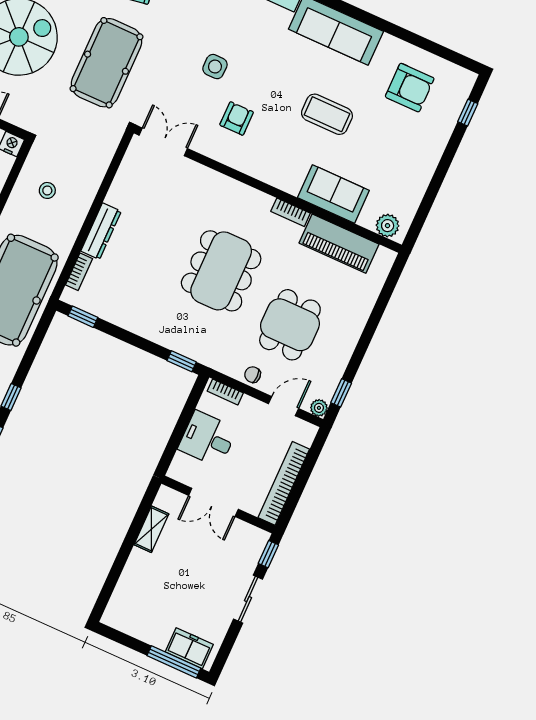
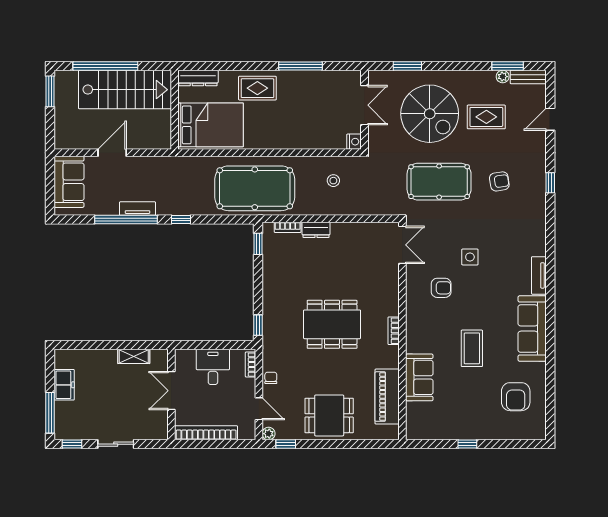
window: (468, 113) -> (467, 444), moved
bookcase: (291, 212) -> (394, 331), moved
plant: (388, 226) -> (414, 424), removed
dresser: (101, 231) -> (316, 230), width x0.70
dining table: (290, 325) -> (329, 415), moved
window: (268, 554) -> (72, 444), moved
freezer: (189, 648) -> (64, 385), moved

